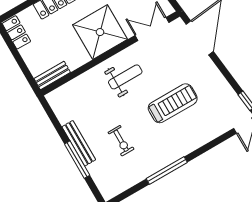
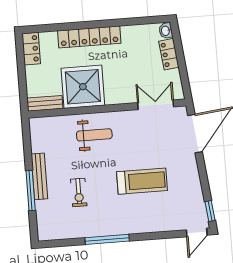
shower: (100, 32) -> (83, 87), moved
weight bench: (125, 77) -> (94, 135), moved

